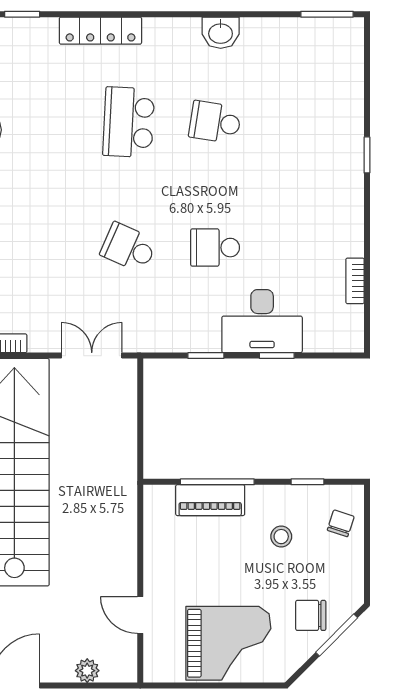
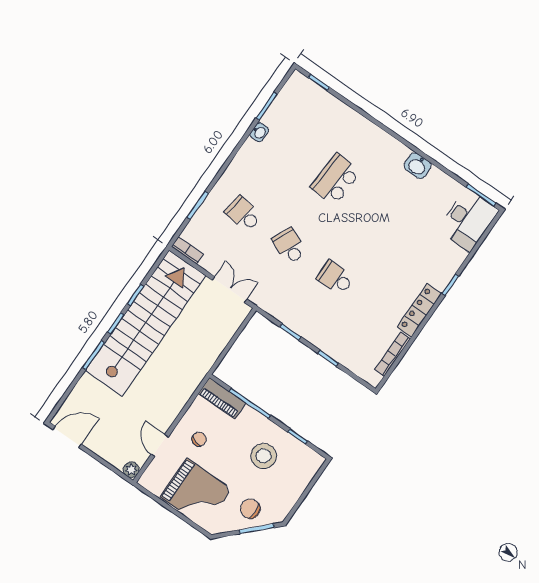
locker: (100, 31) -> (419, 310), moved, turned 90
school desk: (215, 122) -> (243, 214), moved
bookcase: (355, 281) -> (393, 354), width x1.56
desk: (262, 321) -> (468, 220), moved, turned -90
piano: (210, 500) -> (222, 398), moved
chair: (341, 523) -> (199, 439), moved
stool: (281, 537) -> (264, 456), width x1.89, depth x1.89
plant: (87, 671) -> (131, 470), moved

